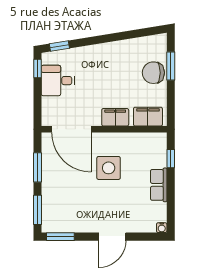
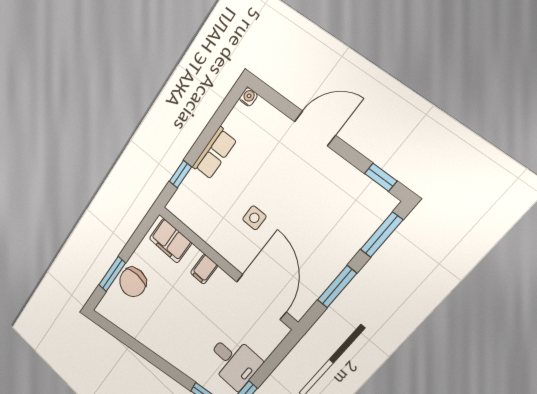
chair: (153, 73) -> (133, 282), turned 90
filing cabinet: (115, 117) -> (204, 269), width x0.50
side table: (109, 168) -> (254, 218), width x0.54, depth x0.54
window: (60, 237) -> (381, 177), width x0.67

